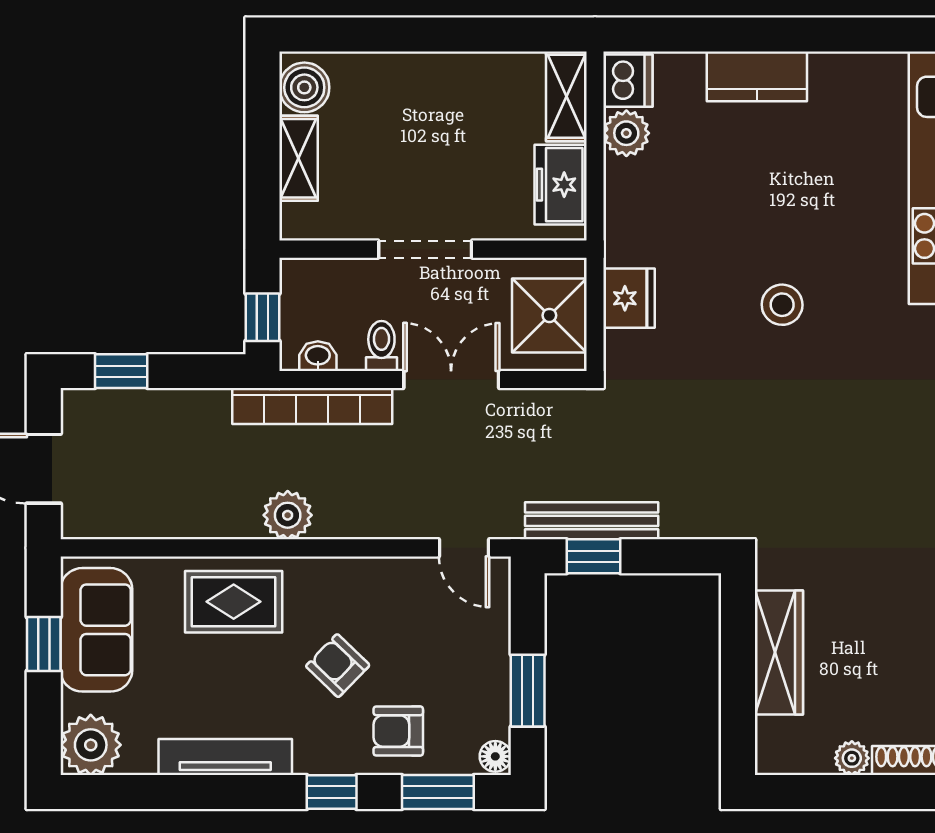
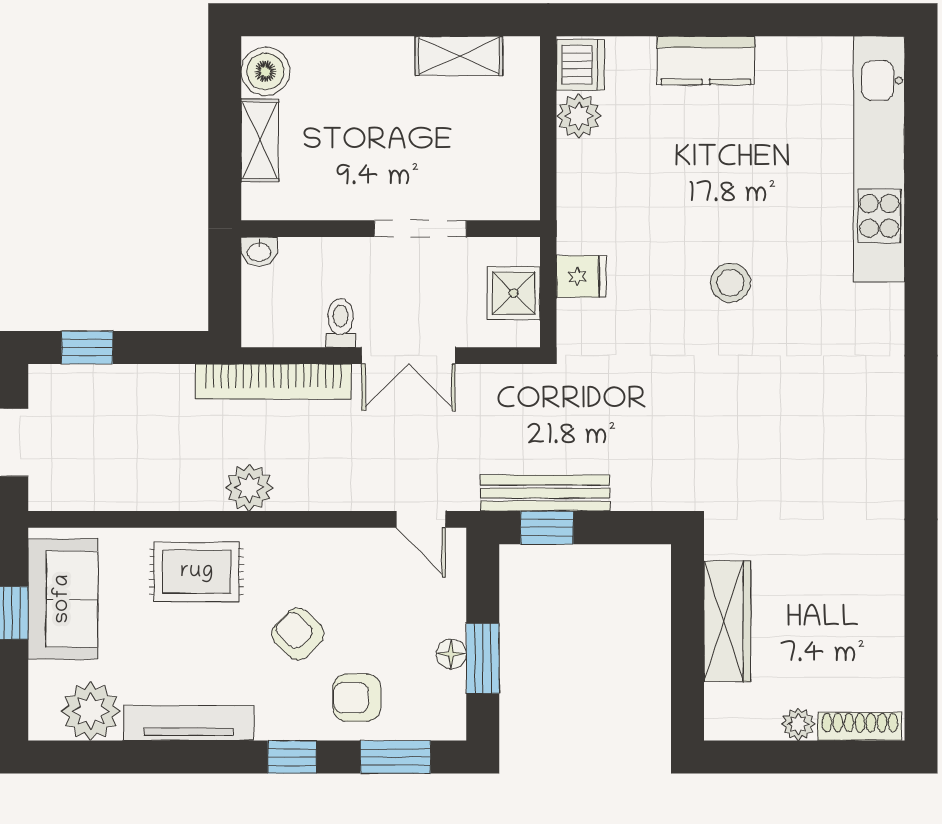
shelving: (566, 96) -> (459, 56), moved, turned 90
freezer: (561, 185) -> (515, 166), removed
doorway: (425, 249) -> (420, 229), moved
fridge: (629, 298) -> (581, 276), width x0.72
shower: (549, 315) -> (514, 293), width x0.73, depth x0.73
window: (263, 317) -> (225, 295), removed
washbasin: (318, 356) -> (259, 251), moved, turned 180
double door: (451, 380) -> (408, 356), swing flipped
plant: (91, 745) -> (91, 711), moved
floor lamp: (495, 756) -> (451, 654), moved

